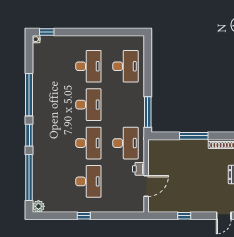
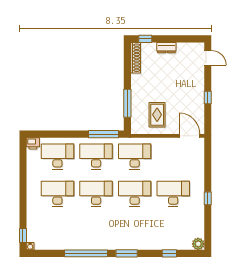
desk: (125, 105) -> (96, 157), added
window: (194, 136) -> (127, 103), moved
rug: (167, 165) -> (157, 115), added
printer: (139, 169) -> (33, 143), moved
window: (29, 178) -> (169, 253), width x0.32
door: (146, 186) -> (189, 136), moved

